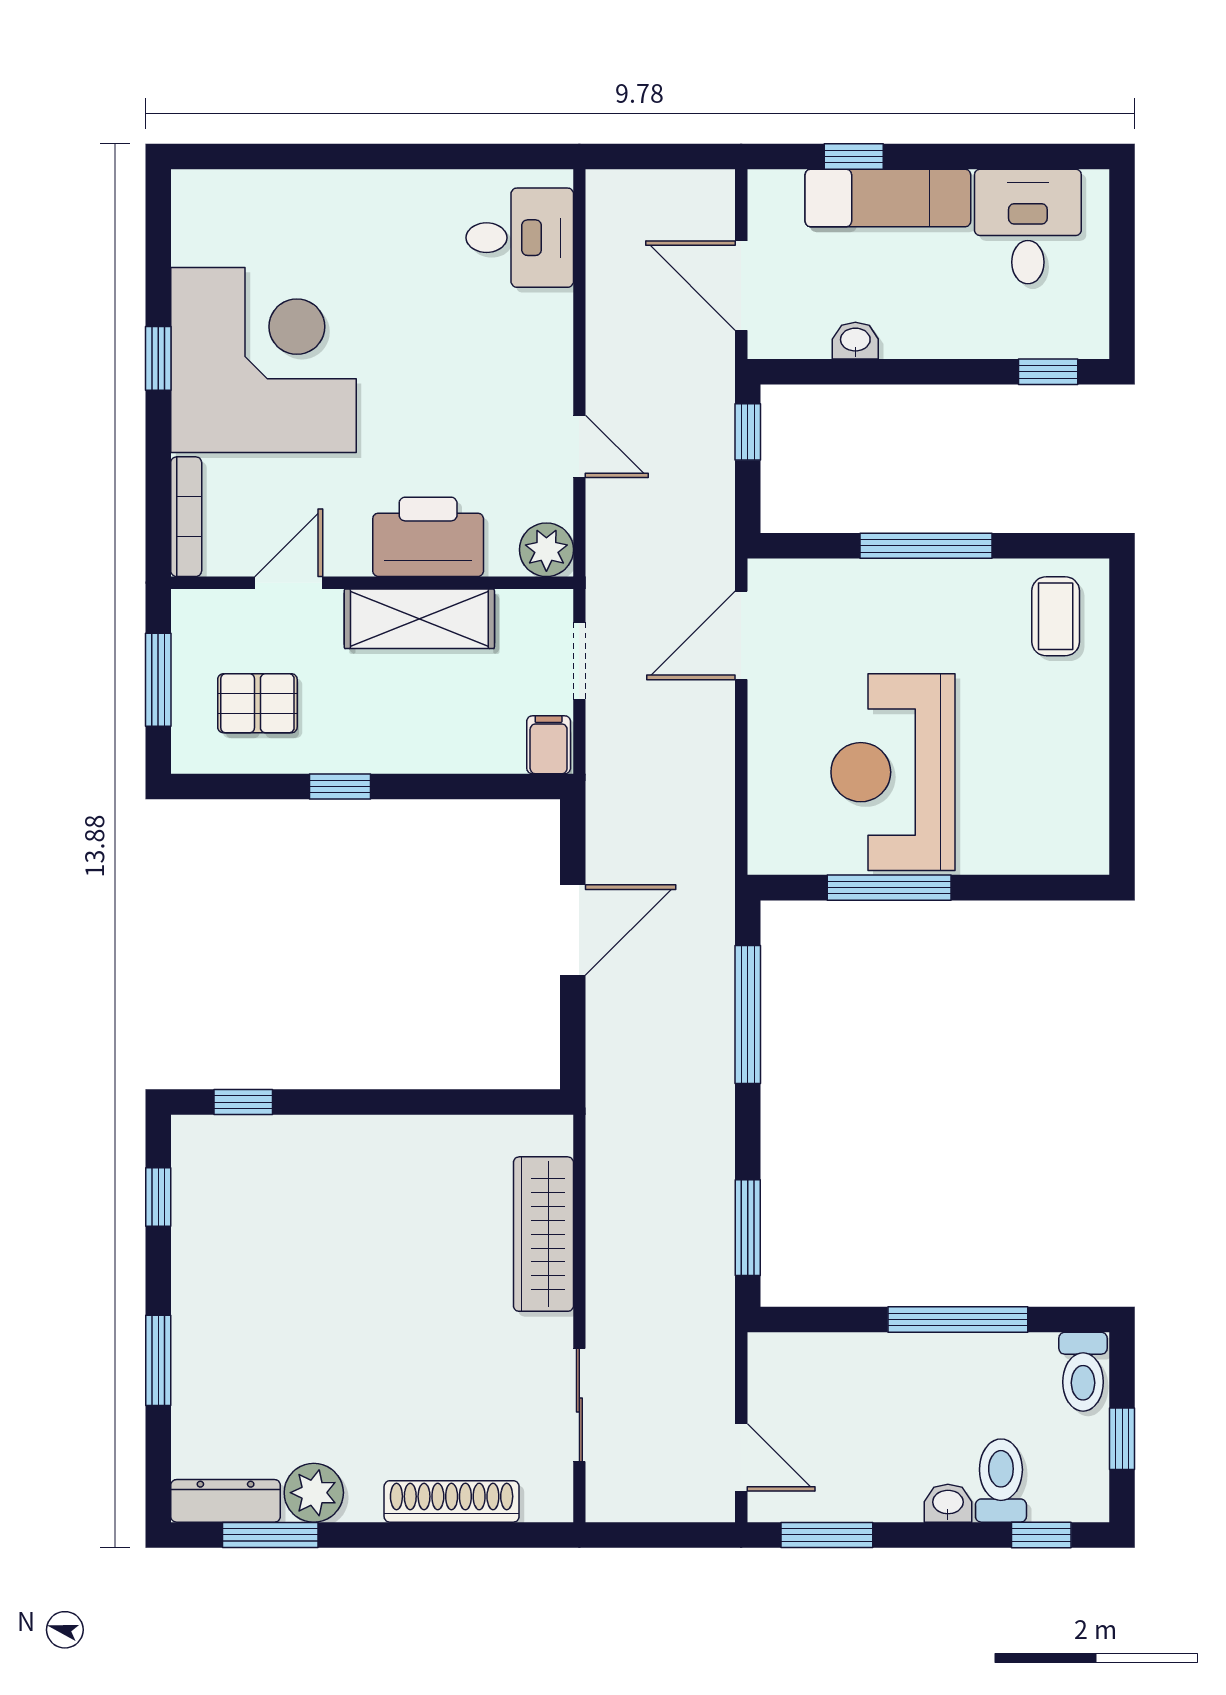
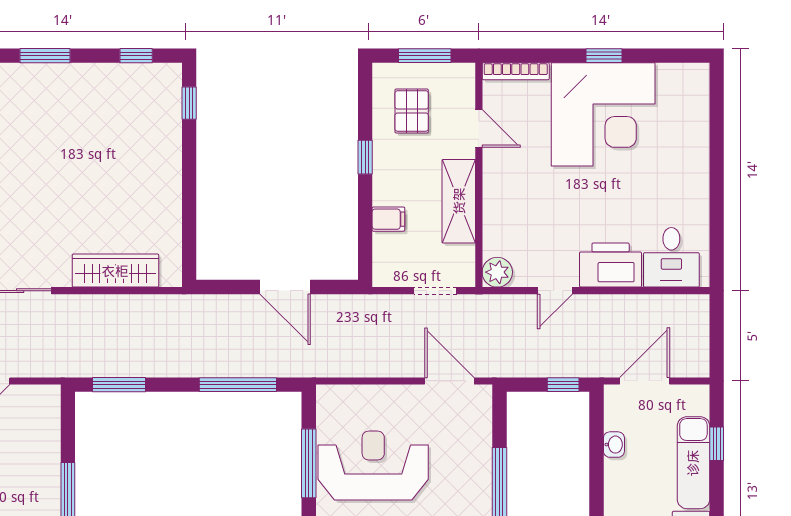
printer: (428, 537) -> (611, 265), moved, turned -90
filing cabinet: (549, 745) -> (388, 219), moved

